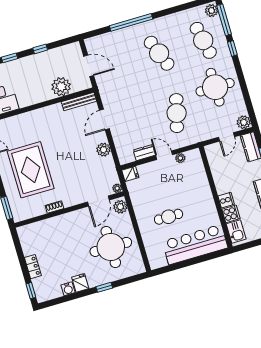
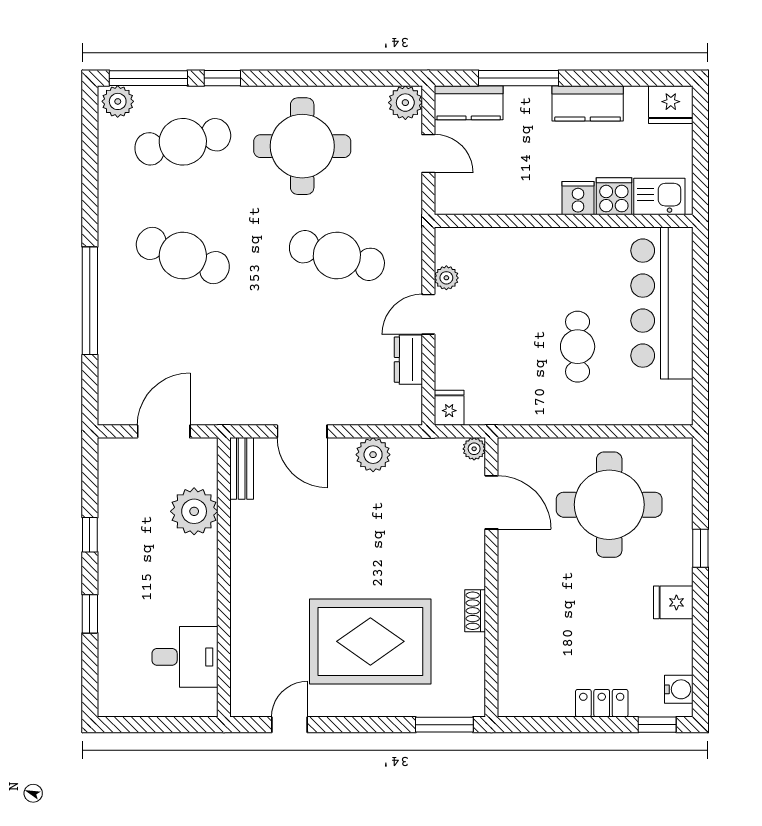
cafe table: (159, 53) -> (183, 256), turned 42
bench: (79, 102) -> (242, 468), width x0.73
plant: (120, 207) -> (520, 454), removed
water cooler: (68, 289) -> (679, 689), moved

